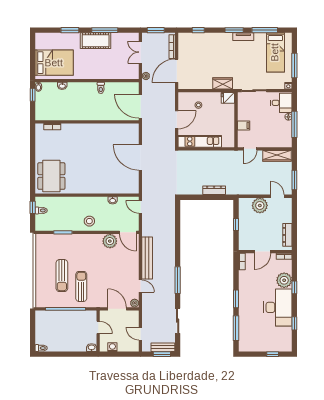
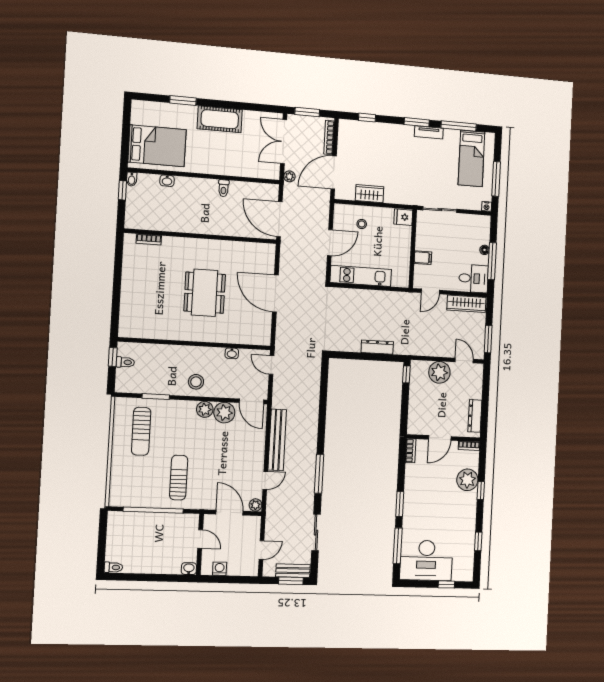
window: (105, 30) -> (234, 105), removed
double door: (140, 52) -> (284, 142), width x1.37
wardrobe: (223, 83) -> (370, 194), moved
desk: (281, 103) -> (473, 278), moved
dining table: (51, 176) -> (205, 293), moved
window: (236, 225) -> (406, 374), moved
plant: (96, 240) -> (205, 409), added
sun lounger: (62, 276) -> (141, 431), moved
door: (140, 286) -> (265, 480), hinge flipped
desk: (278, 307) -> (426, 560), moved, turned 90
door: (140, 334) -> (261, 550), swing flipped

